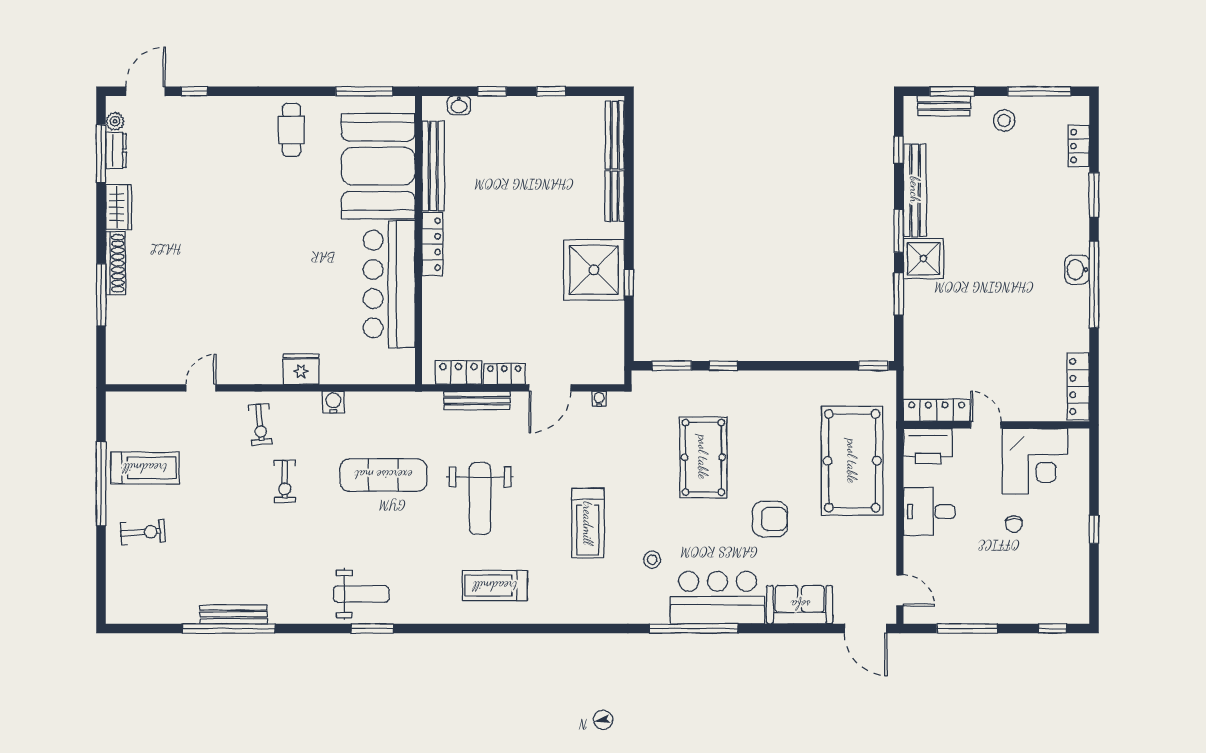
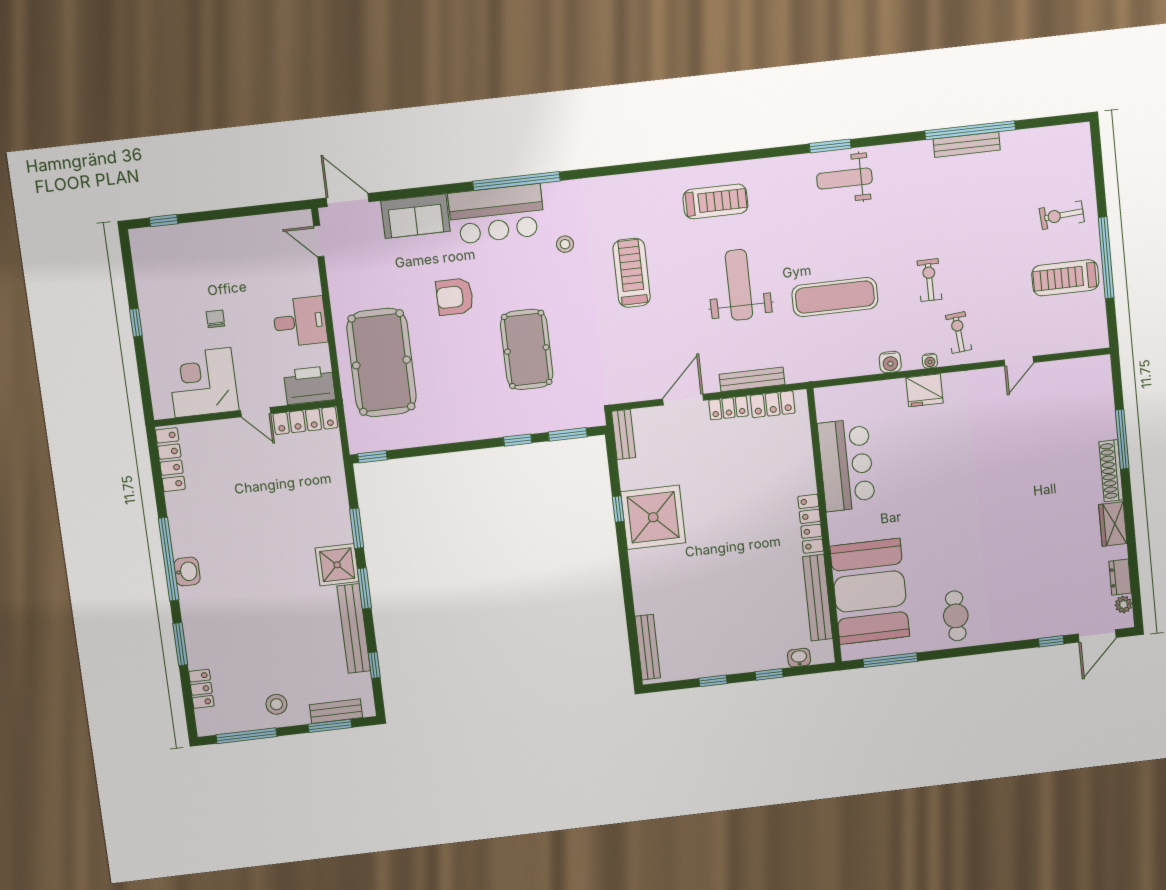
window: (101, 154) -> (1134, 572), removed
bench: (615, 196) -> (624, 434), moved
bar counter: (389, 284) -> (846, 465), width x0.73
water cooler: (599, 399) -> (930, 361), moved
window: (967, 628) -> (248, 211), removed

